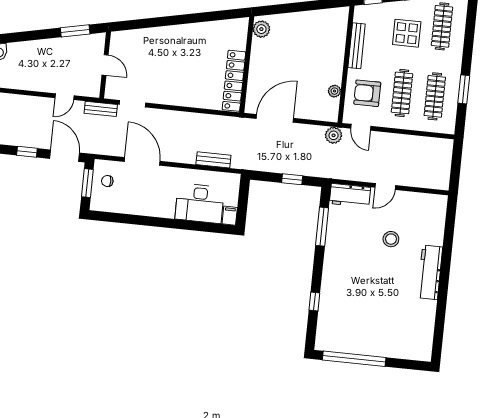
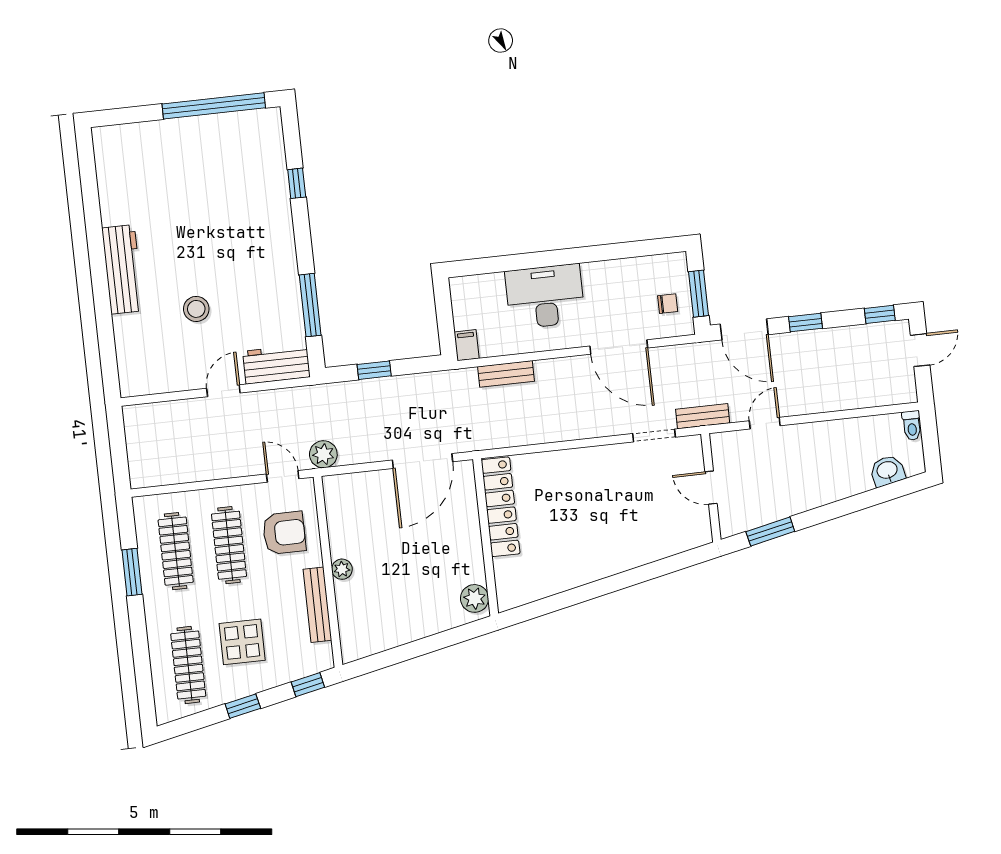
plant: (334, 91) -> (342, 569), moved
desk: (200, 203) -> (545, 296), moved
filing cabinet: (230, 216) -> (467, 345), moved, turned 180

